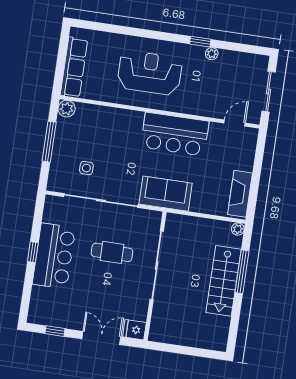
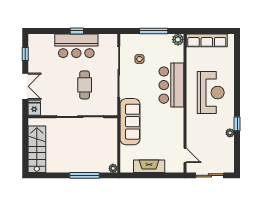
bar counter: (175, 134) -> (171, 85), moved
sofa: (166, 194) -> (130, 122), width x1.36
fireplace: (240, 194) -> (149, 166), moved
stairs: (224, 281) -> (37, 149), moved, turned 90

